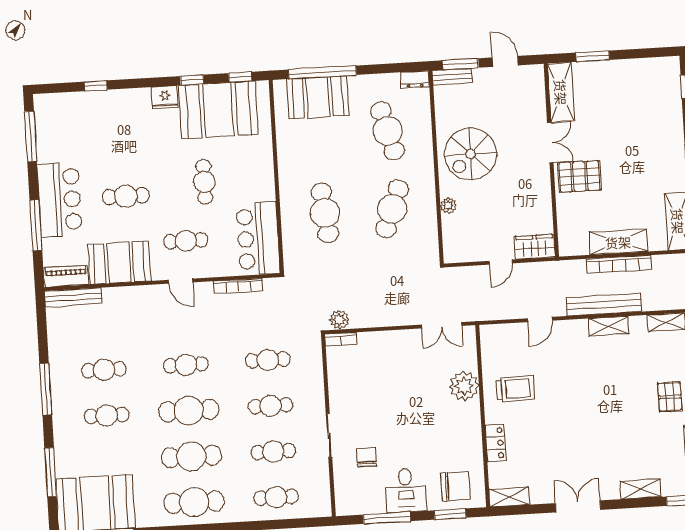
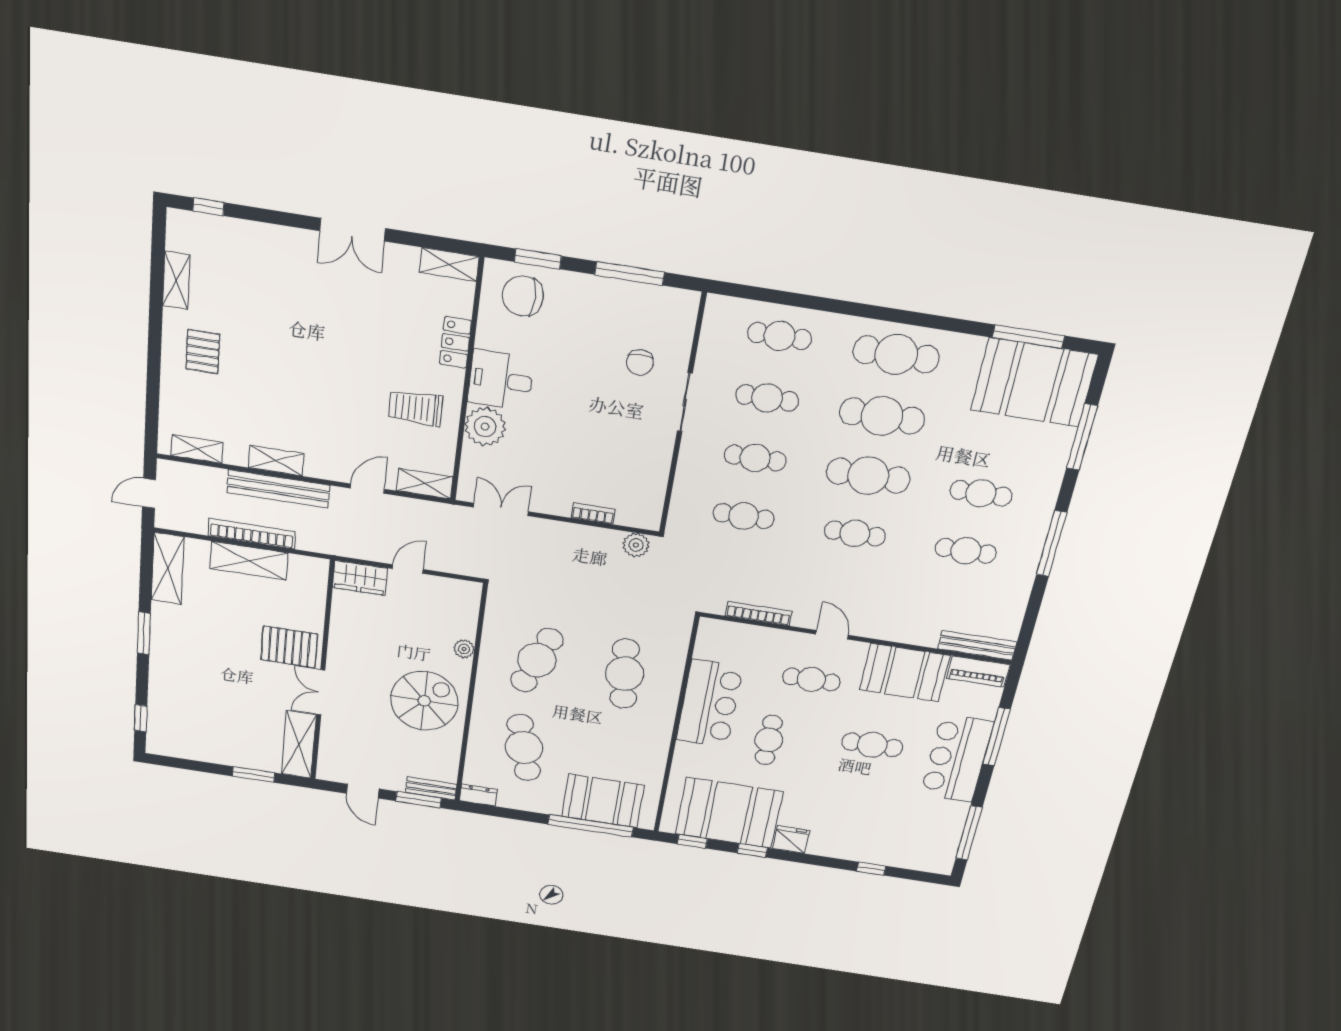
bar counter: (258, 239) -> (710, 704), moved
bookcase: (341, 339) -> (593, 513), moved
shelving: (641, 489) -> (425, 484), moved
desk: (406, 490) -> (501, 380), moved, turned -90

